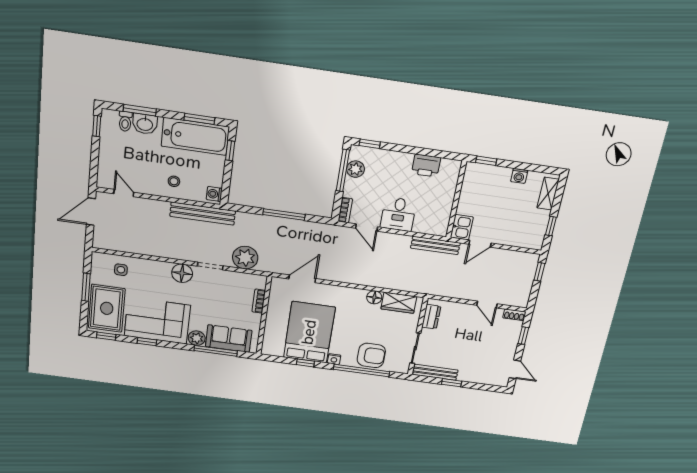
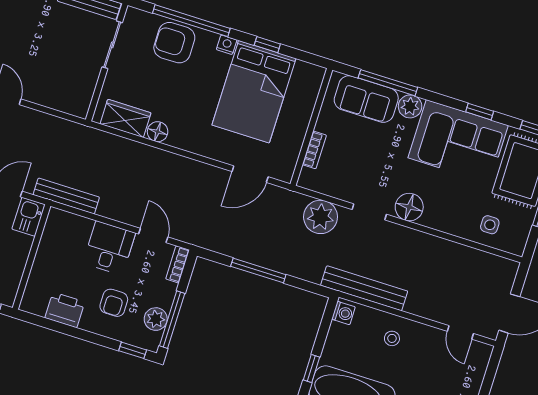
armchair: (389, 176) -> (114, 303), added
dresser: (431, 317) -> (84, 91), removed

